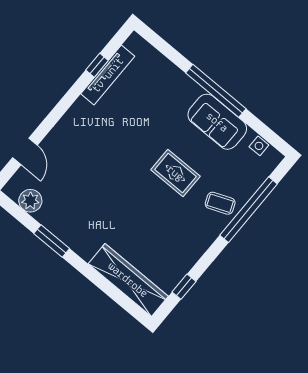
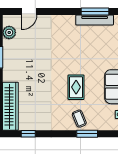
window: (97, 65) -> (95, 12), width x2.17
window: (249, 210) -> (87, 134), width x0.47

